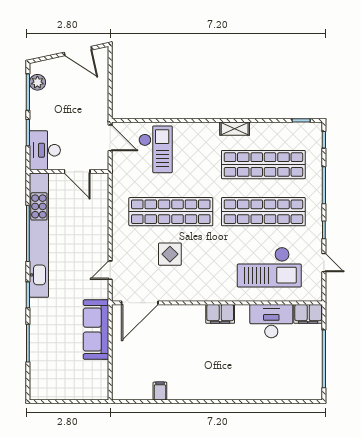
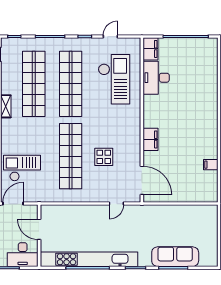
door: (77, 171) -> (39, 229), swing flipped
door: (110, 270) -> (116, 204), hinge flipped
filing cabinet: (220, 314) -> (150, 139), moved
sofa: (96, 330) -> (175, 257), moved, turned 180

